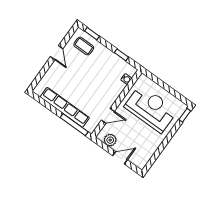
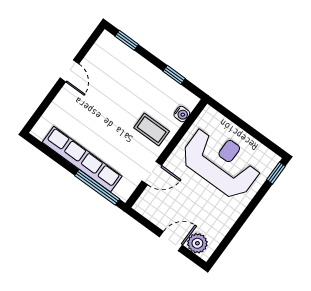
coffee table: (84, 46) -> (152, 130), moved
plant: (110, 140) -> (197, 243), moved

